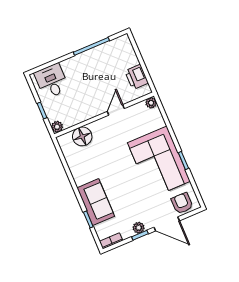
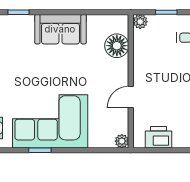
door: (116, 110) -> (131, 97), swing flipped
sofa: (96, 202) -> (60, 29), moved

